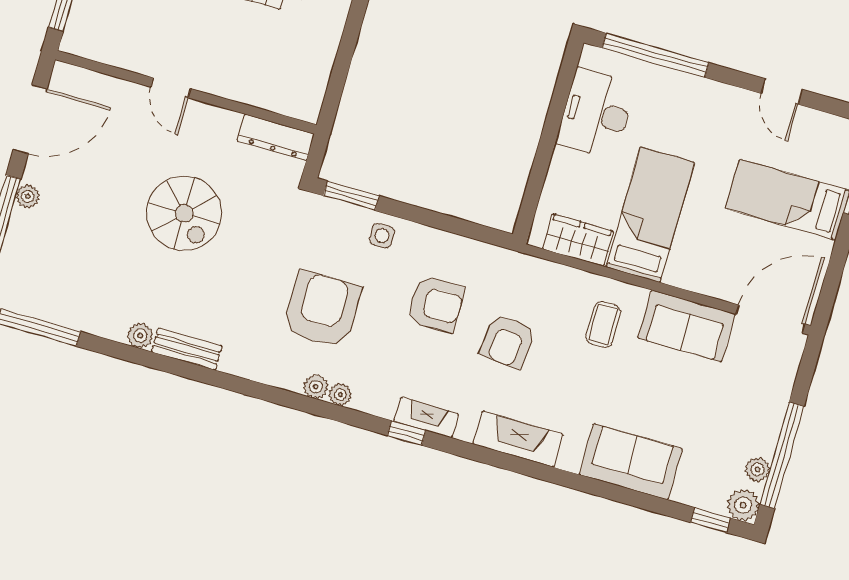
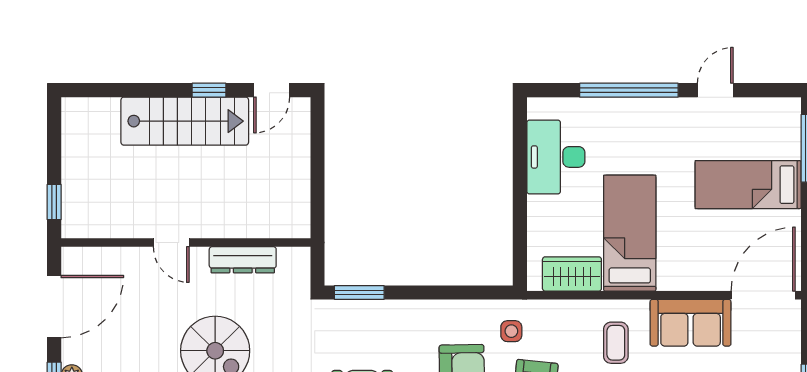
window: (655, 55) -> (629, 90), moved
door: (782, 92) -> (715, 90), swing flipped
dresser: (276, 137) -> (243, 260), moved
side table: (382, 236) -> (511, 331), moved

